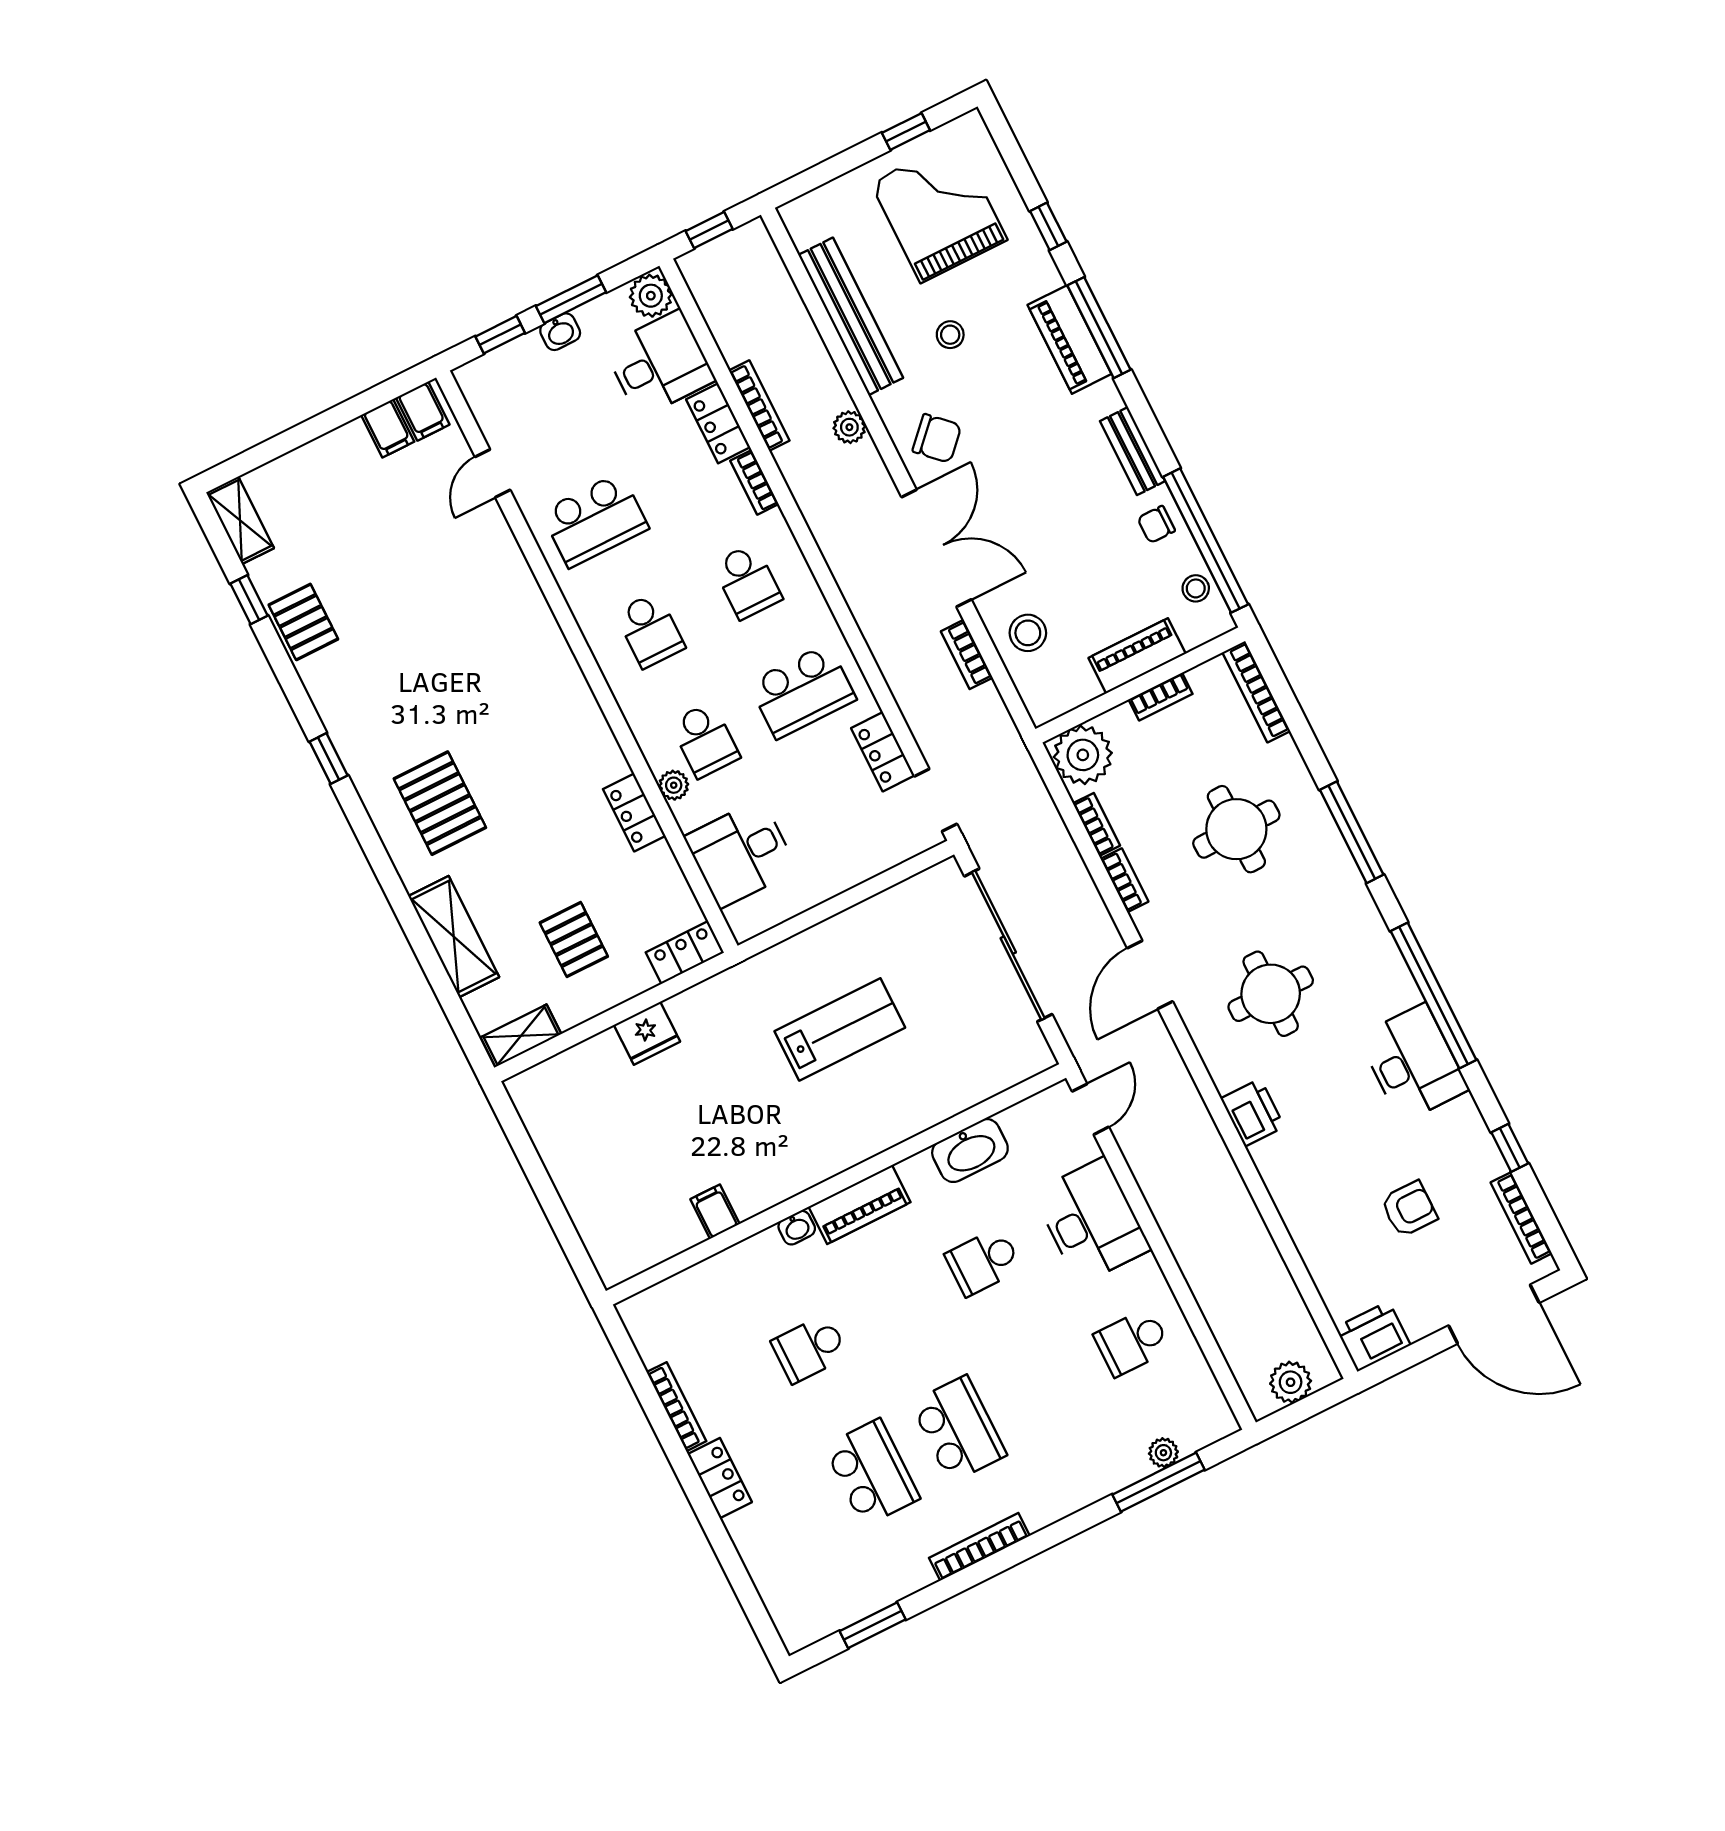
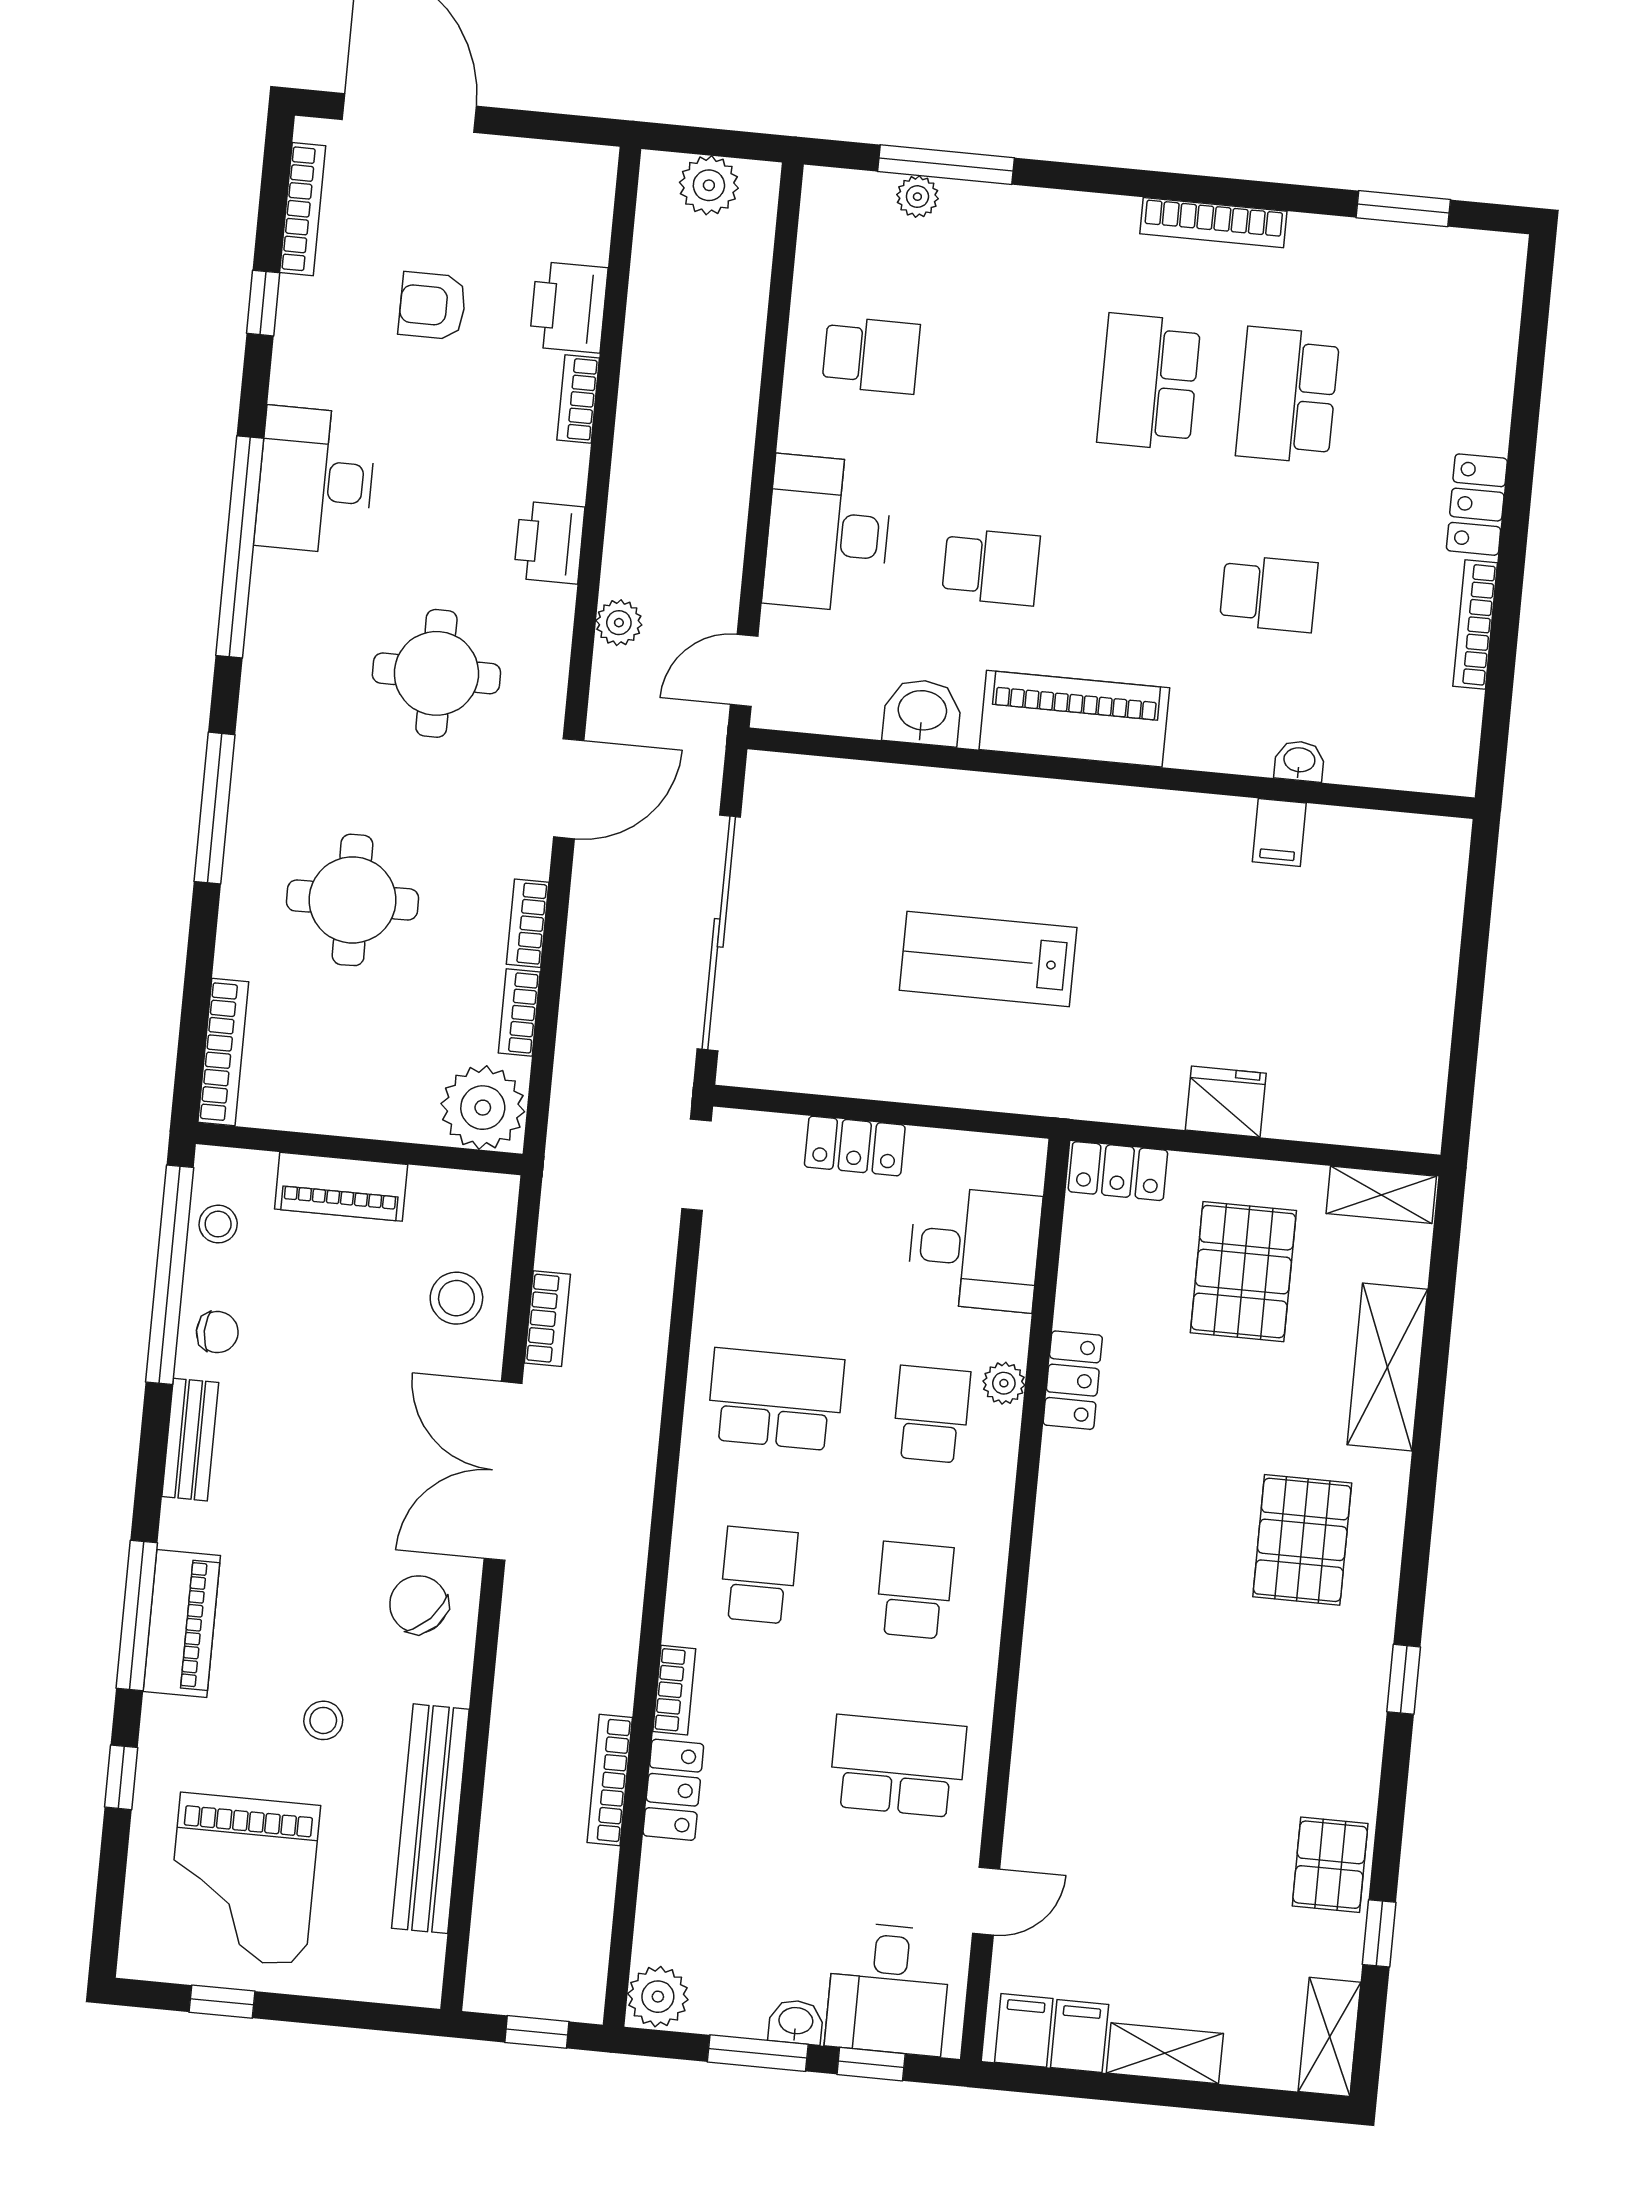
desk: (660, 364) -> (888, 1989), moved, turned -90
plant: (849, 427) -> (619, 623), moved
shelving: (331, 450) -> (1165, 2053), added
bookcase: (1161, 697) -> (578, 399), moved, turned -90
locker: (883, 752) -> (855, 1146), moved, turned 90
pallet: (574, 940) -> (1243, 1272), width x1.50, depth x1.42
washbasin: (970, 1151) -> (922, 712), width x0.72
piano: (859, 1204) -> (1074, 719), width x1.37, depth x1.33
washbasin: (797, 1228) -> (1299, 761), moved
printer: (1373, 1336) -> (568, 307), moved, turned 90

